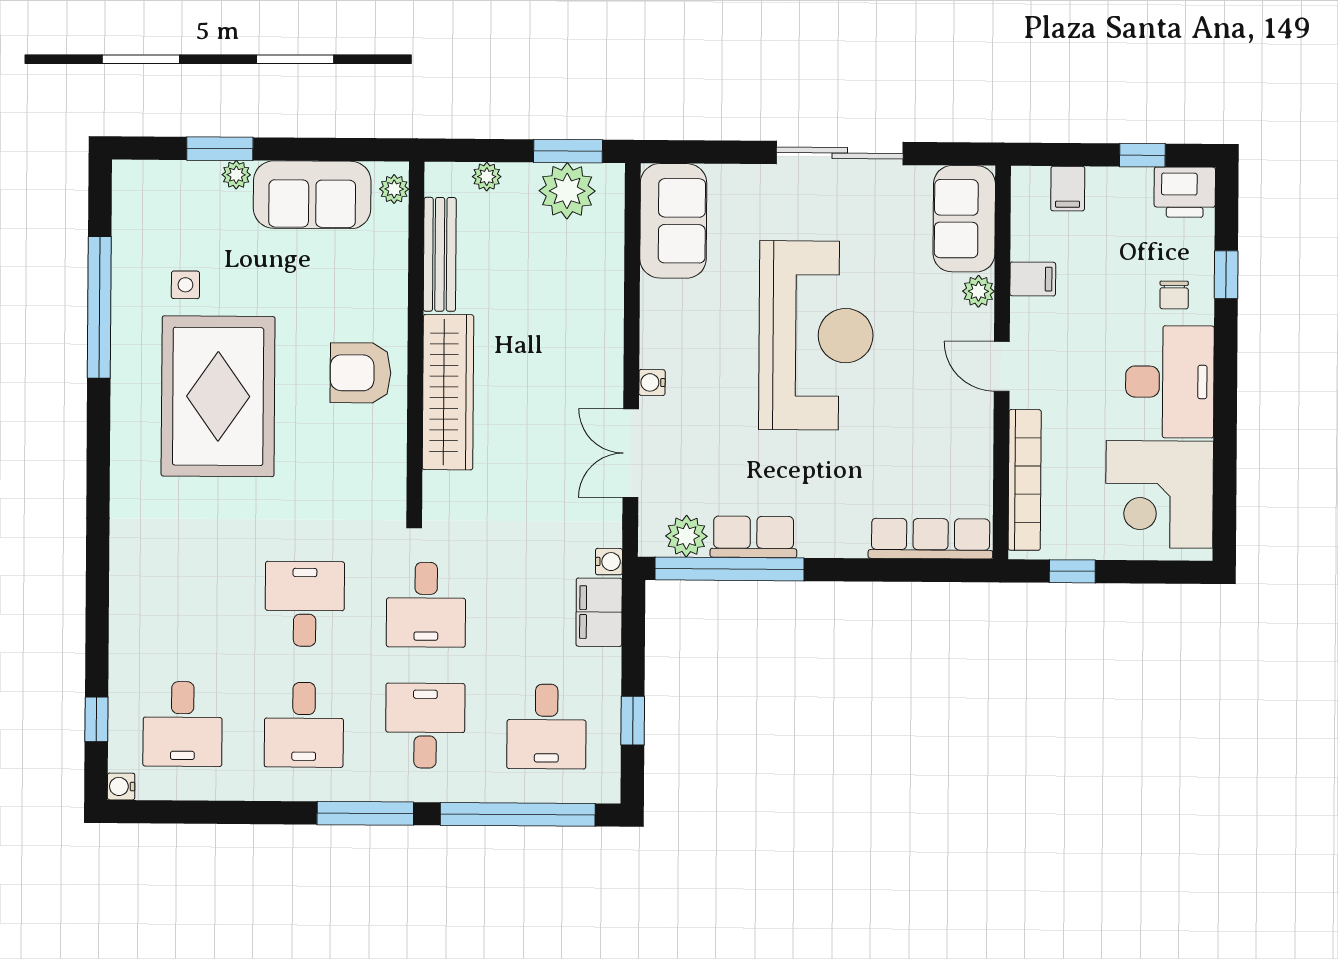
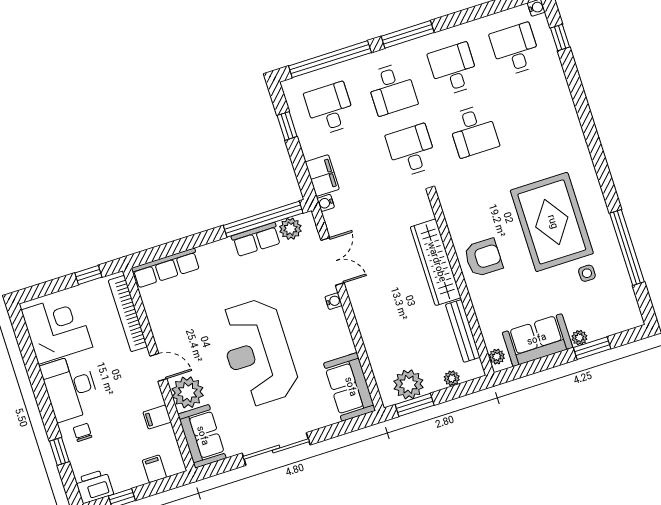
plant: (978, 291) -> (188, 392), width x1.88, depth x1.88

